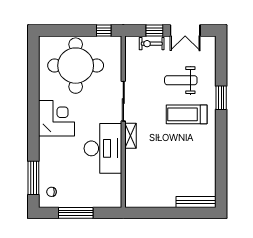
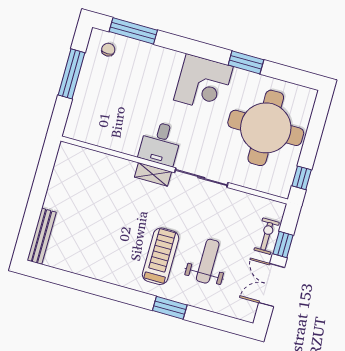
window: (33, 92) -> (246, 62), added
desk: (103, 148) -> (160, 143), width x0.53, depth x0.77

